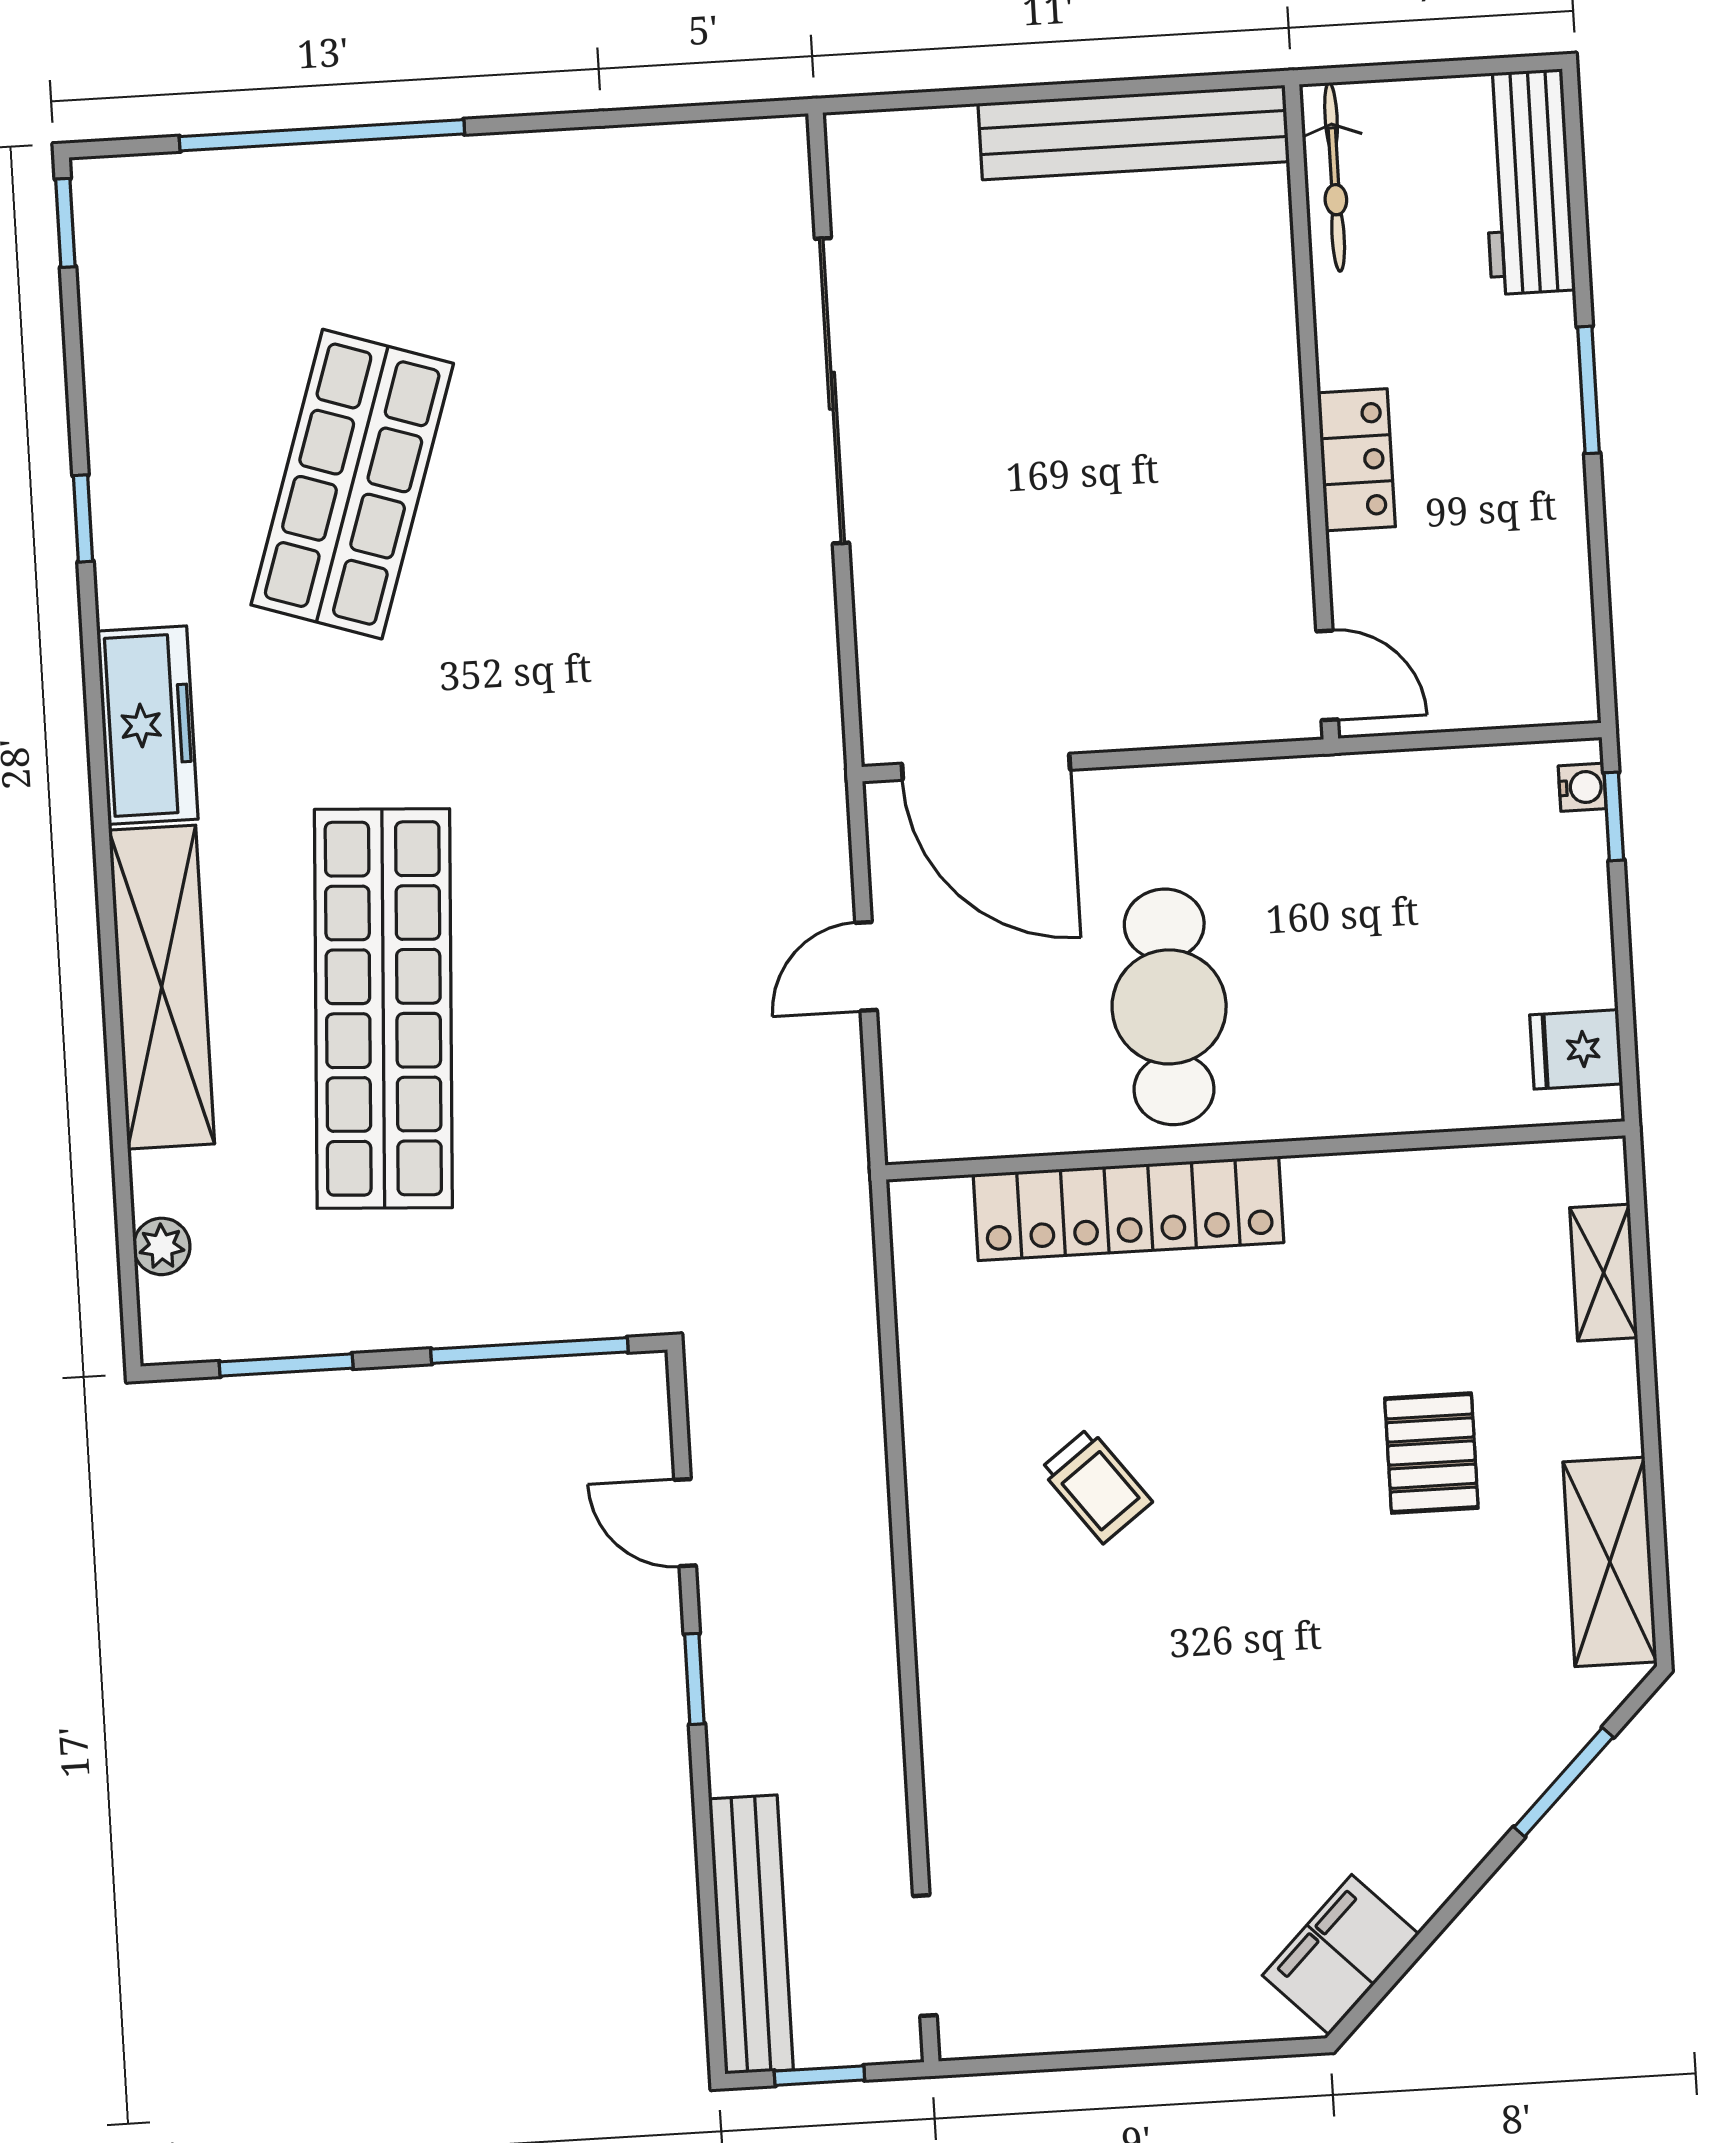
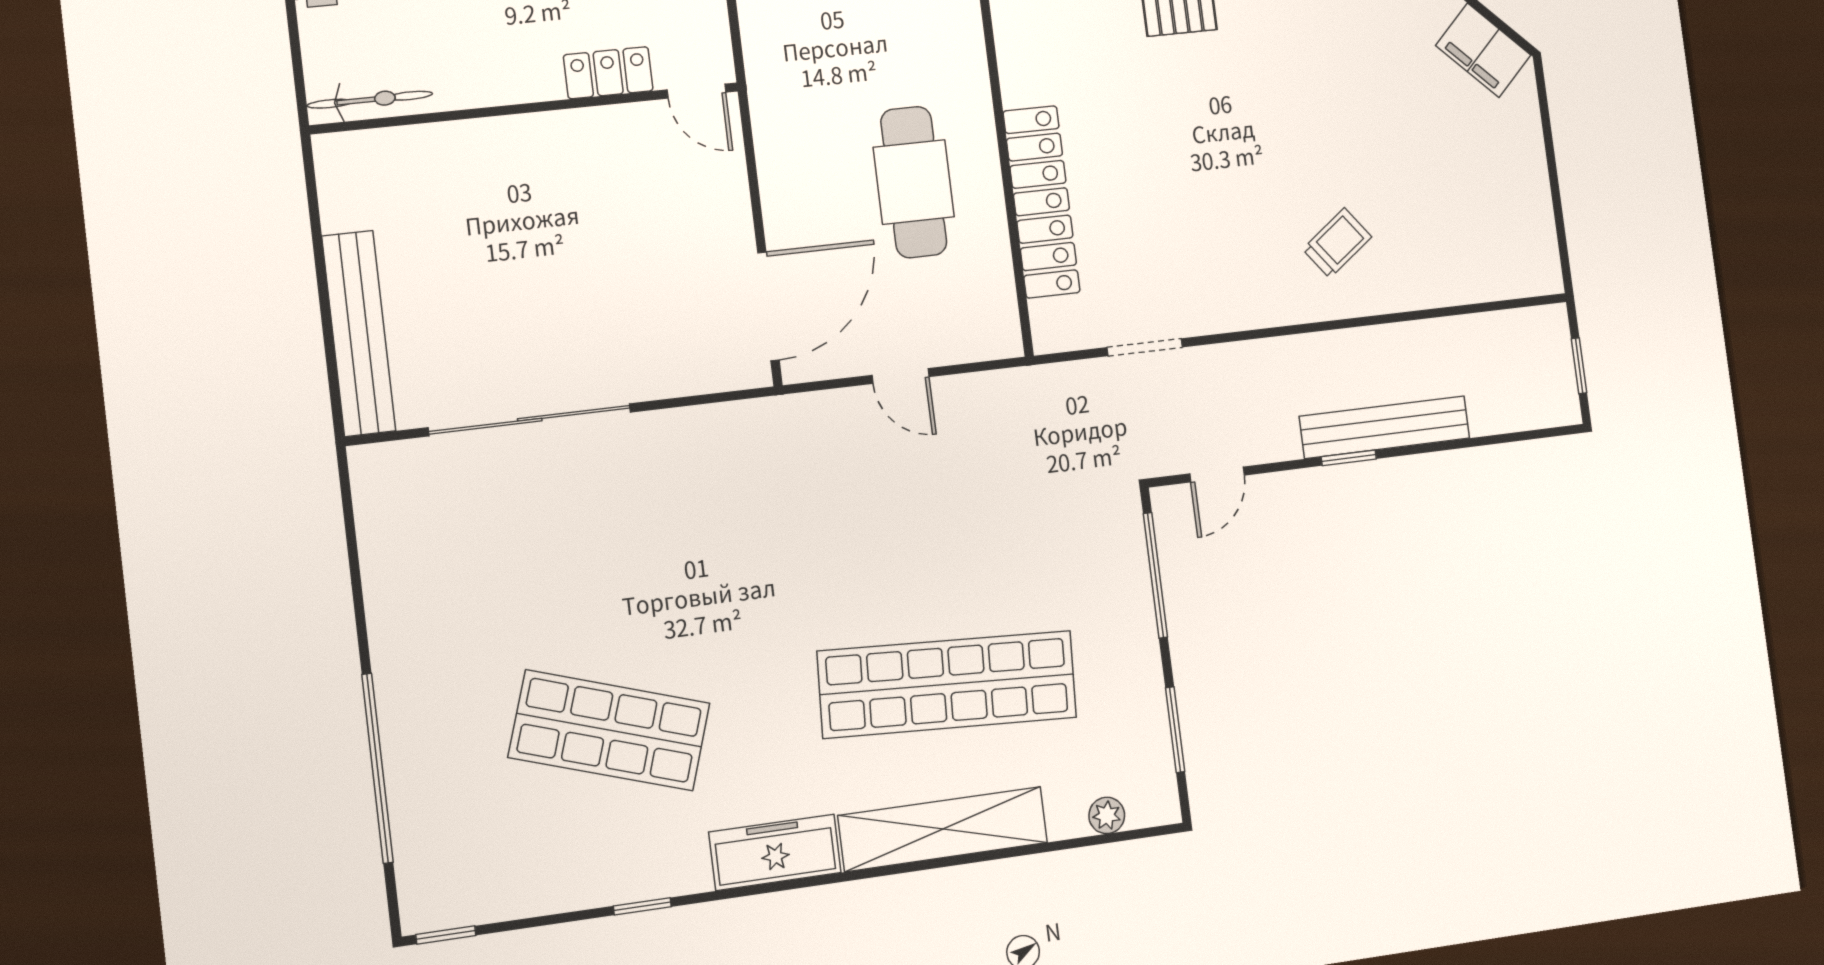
bench: (1134, 132) -> (359, 333), moved
locker: (1356, 460) -> (608, 73), moved
door: (1327, 675) -> (696, 91), swing flipped
cafe table: (1169, 1007) -> (914, 182), turned 90
trolley: (1096, 1486) -> (1337, 243), moved
door: (685, 1523) -> (1217, 474), moved
bench: (751, 1934) -> (1385, 427), moved
doorway: (925, 1956) -> (1145, 347), moved

